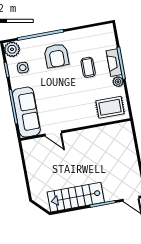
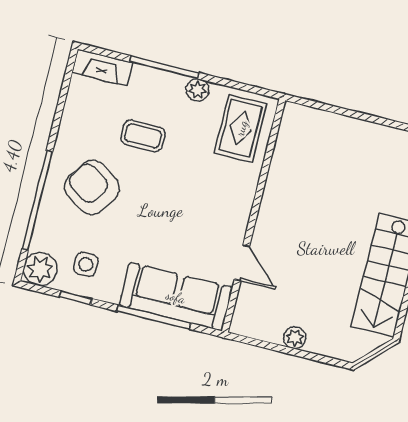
armchair: (56, 56) -> (92, 187), turned -146
fireplace: (114, 63) -> (102, 67), moved
door: (53, 134) -> (242, 263), hinge flipped
plant: (32, 170) -> (295, 338), added

